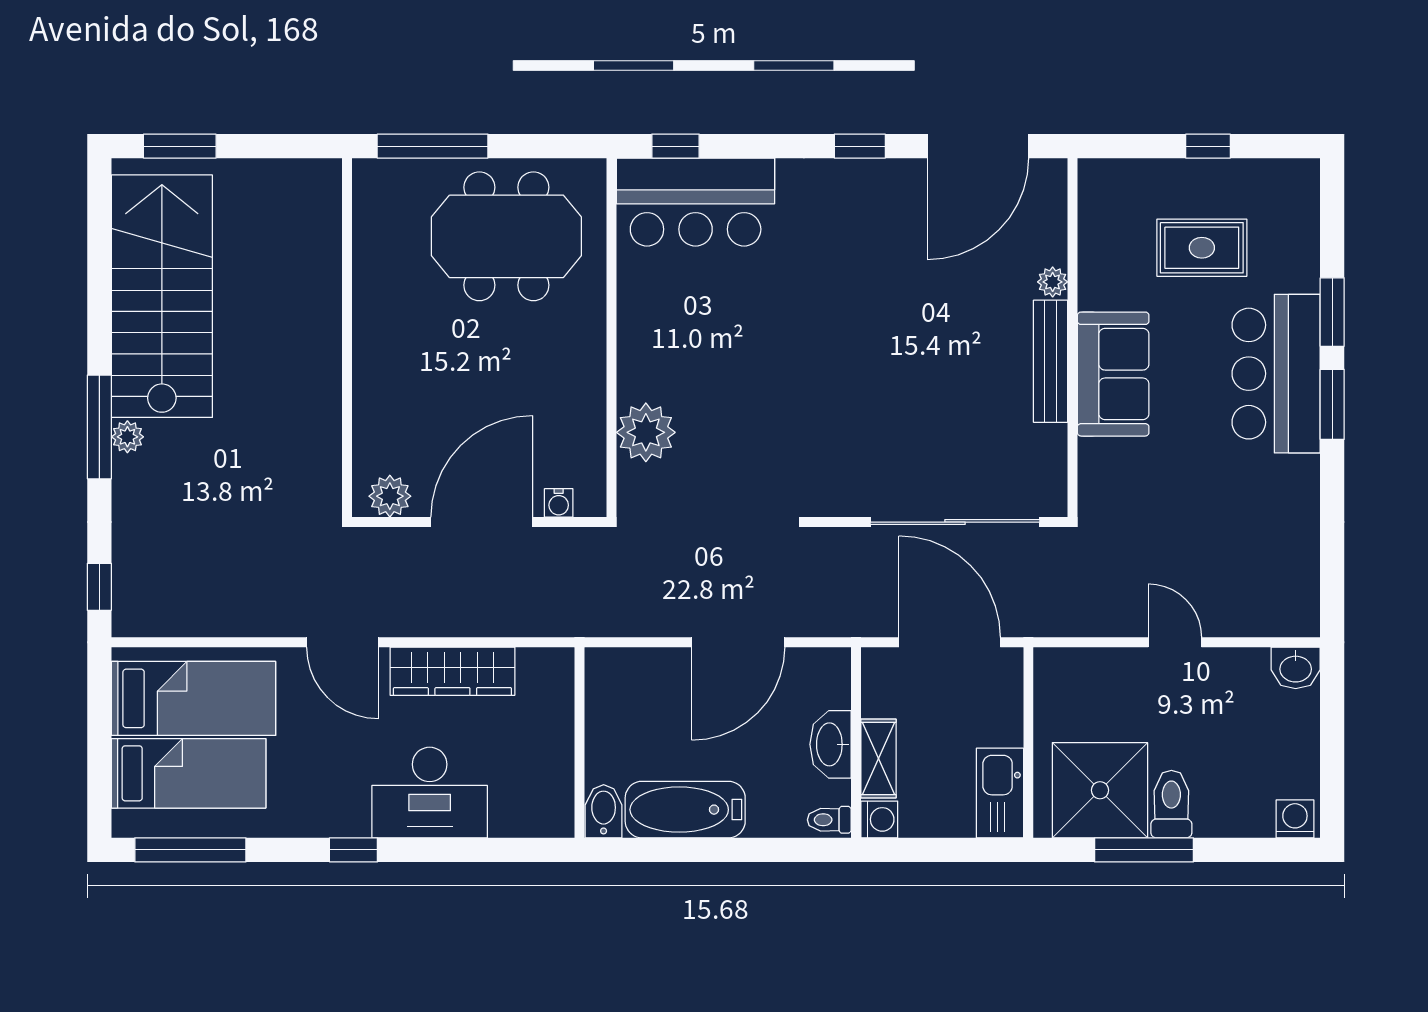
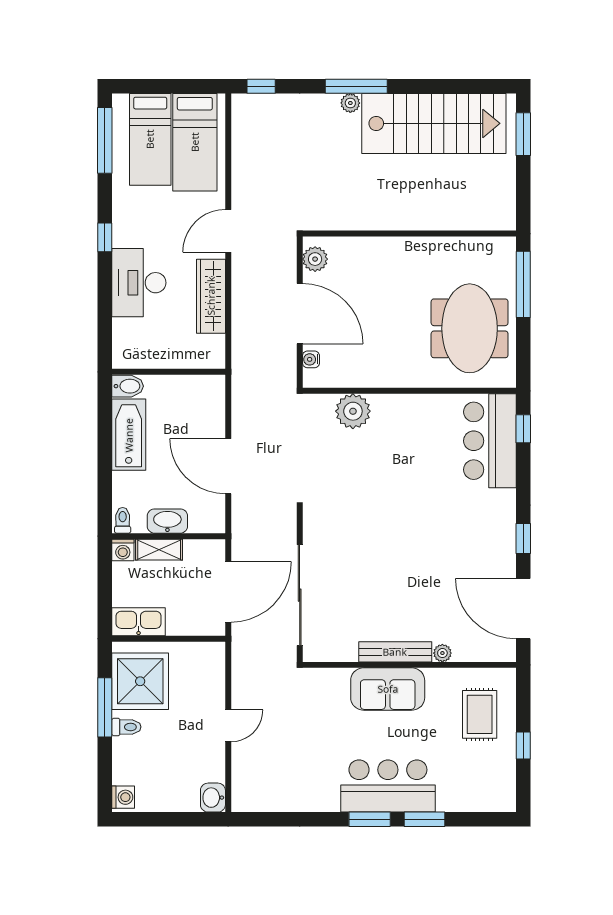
rug: (1202, 248) -> (480, 714), moved
toilet: (1171, 804) -> (126, 727), width x0.73, depth x0.72

